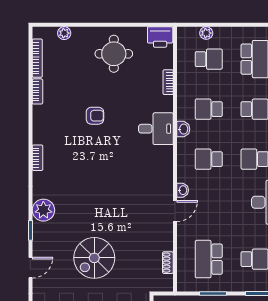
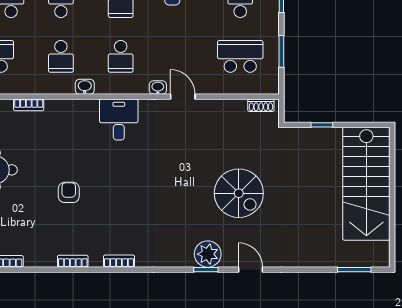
bookcase: (37, 91) -> (73, 261), moved
desk: (156, 129) -> (119, 119), moved
plant: (43, 210) -> (208, 254), moved
school desk: (209, 259) -> (240, 56), turned 180
shoe rack: (168, 263) -> (261, 105), moved

